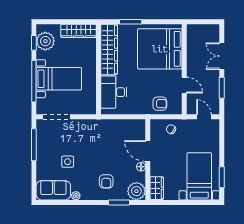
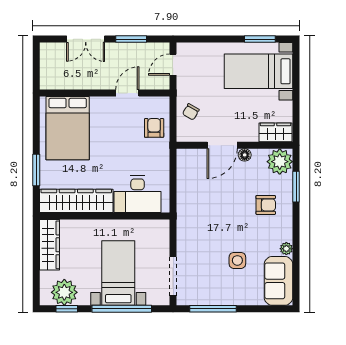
bed: (160, 49) -> (68, 128), width x0.73

